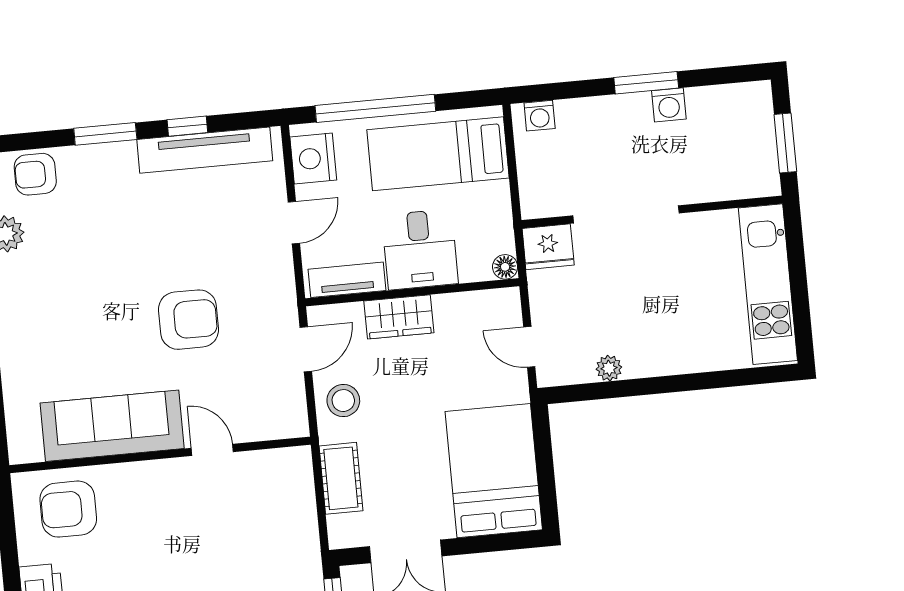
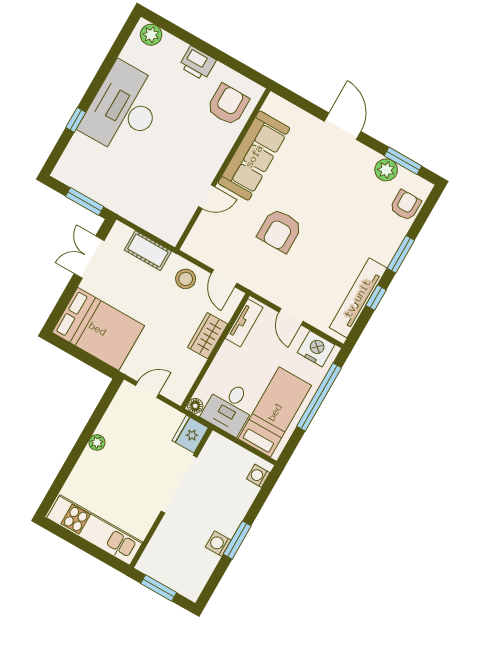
desk: (420, 249) -> (229, 408), moved, turned -90
plant: (609, 368) -> (97, 442), moved

